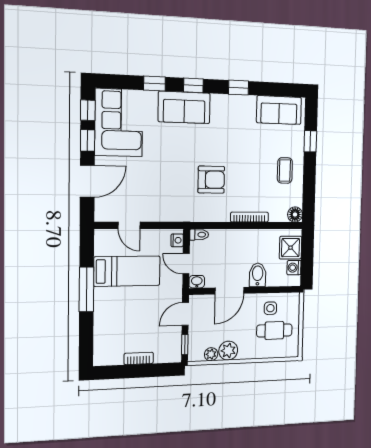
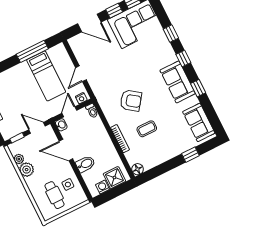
sofa: (184, 107) -> (178, 82), moved
coffee table: (285, 170) -> (147, 129), moved
armchair: (211, 180) -> (131, 101), turned -54
door: (129, 225) -> (81, 74), moved
window: (86, 289) -> (32, 51), moved

